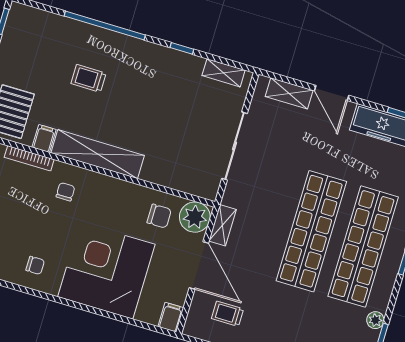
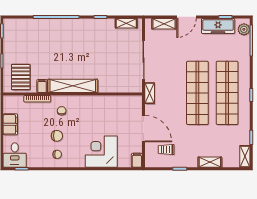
trolley: (89, 78) -> (56, 47), removed
door: (332, 93) -> (186, 17), hinge flipped
chair: (159, 216) -> (57, 136), moved
plant: (195, 217) -> (134, 104), removed
shelving: (223, 225) -> (150, 93), moved
corner desk: (106, 271) -> (101, 152), width x0.74, depth x0.74
plant: (375, 320) -> (245, 130), removed

